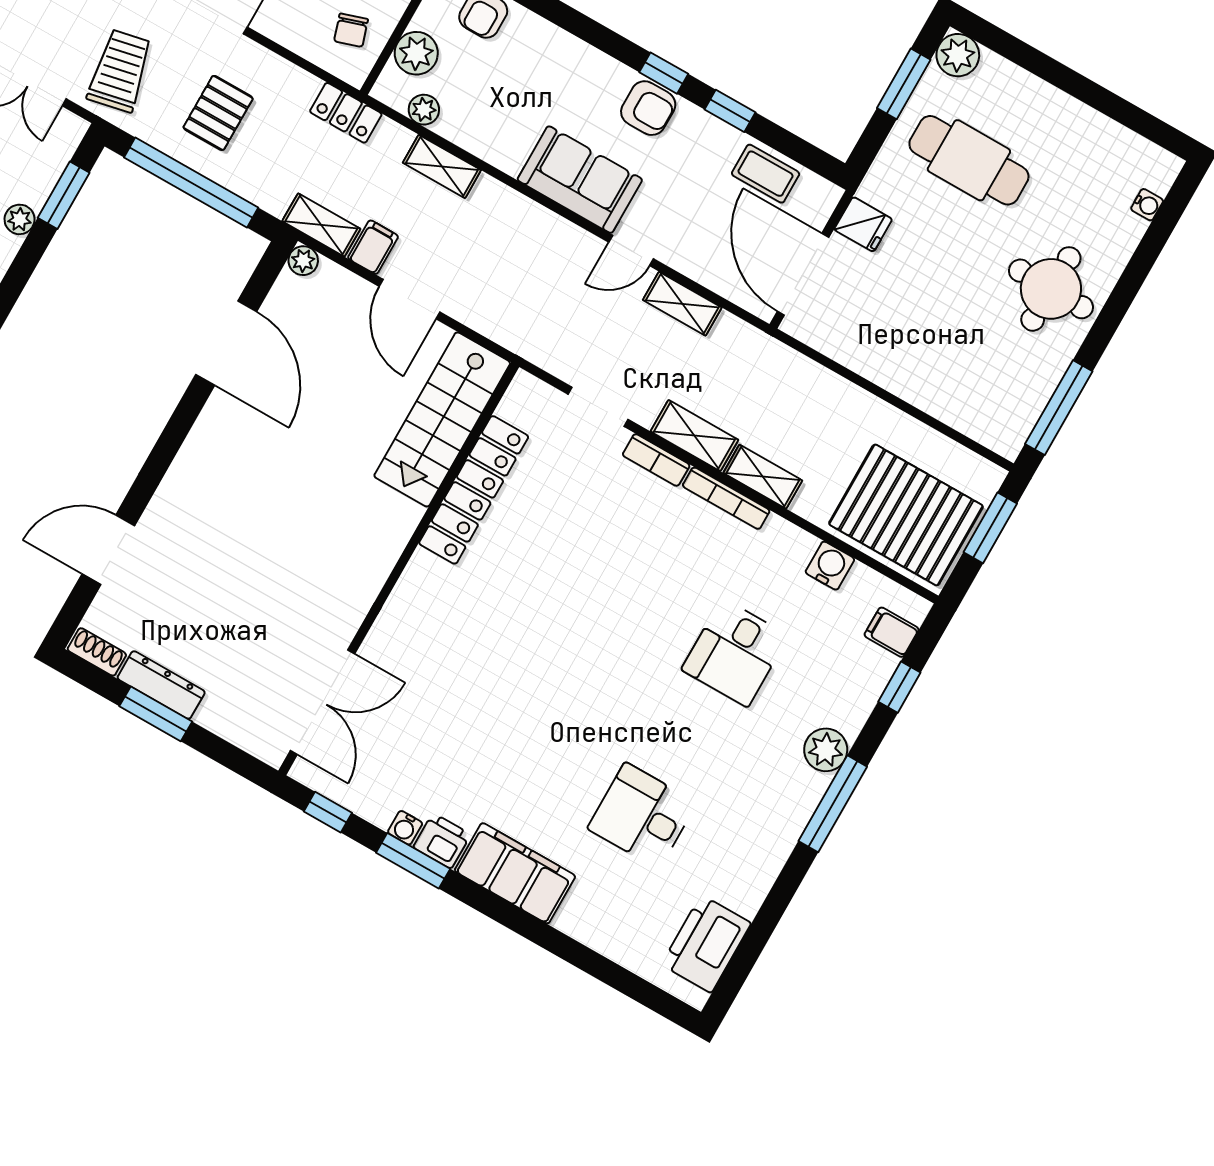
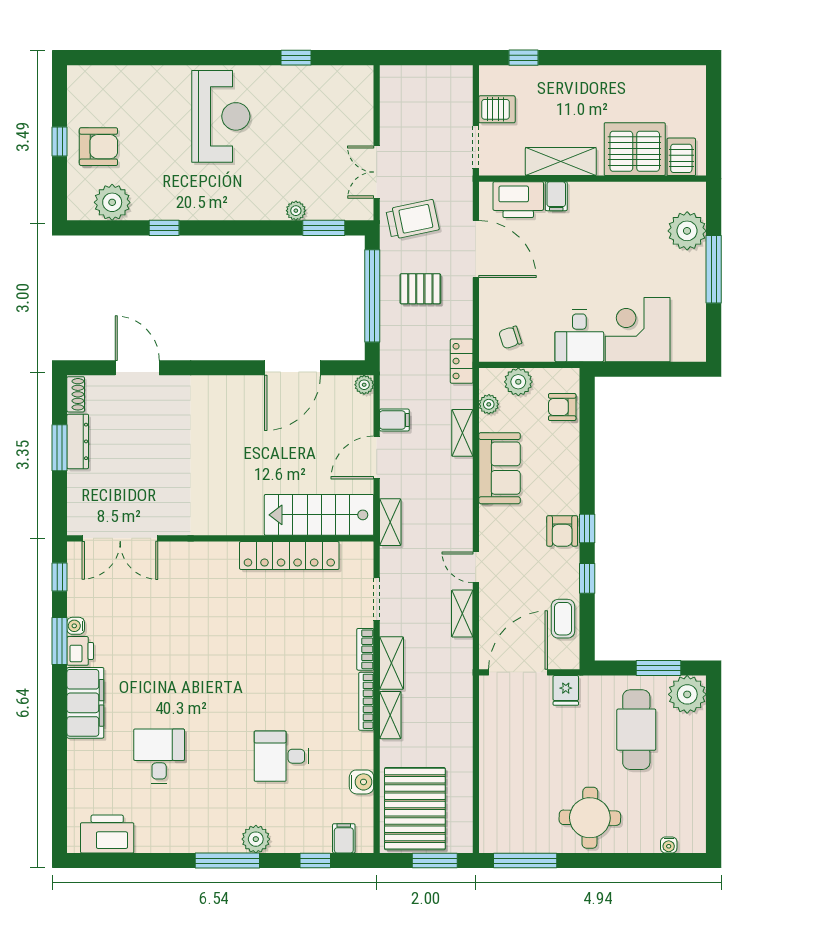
plant: (958, 55) -> (687, 694), width x1.36, depth x1.36
sofa: (580, 180) -> (499, 468), moved
shelving: (321, 225) -> (390, 522), moved

